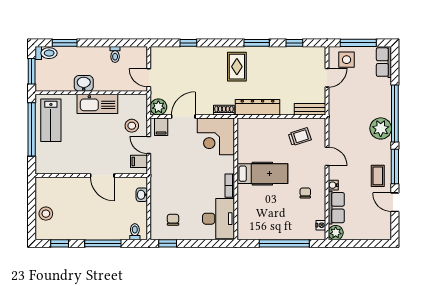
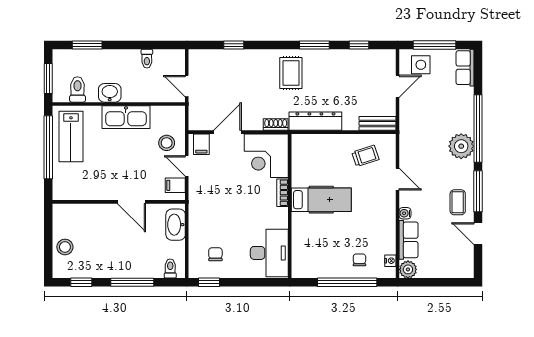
toilet: (46, 53) -> (77, 89), moved, turned -90
plant: (158, 107) -> (198, 121), removed
bookcase: (230, 186) -> (282, 193), moved
chair: (305, 193) -> (359, 260), moved
washbasin: (142, 195) -> (176, 225), width x1.91, depth x1.45

